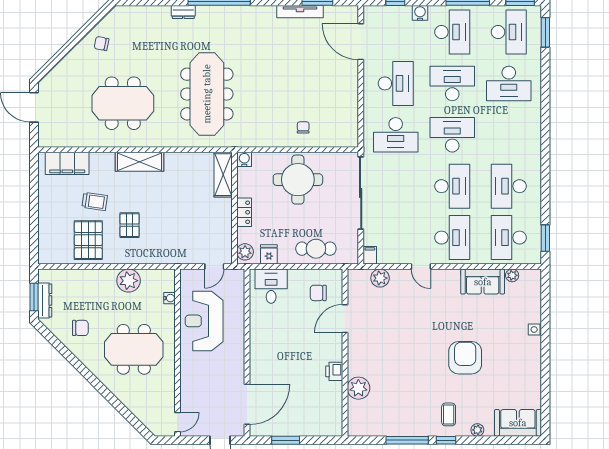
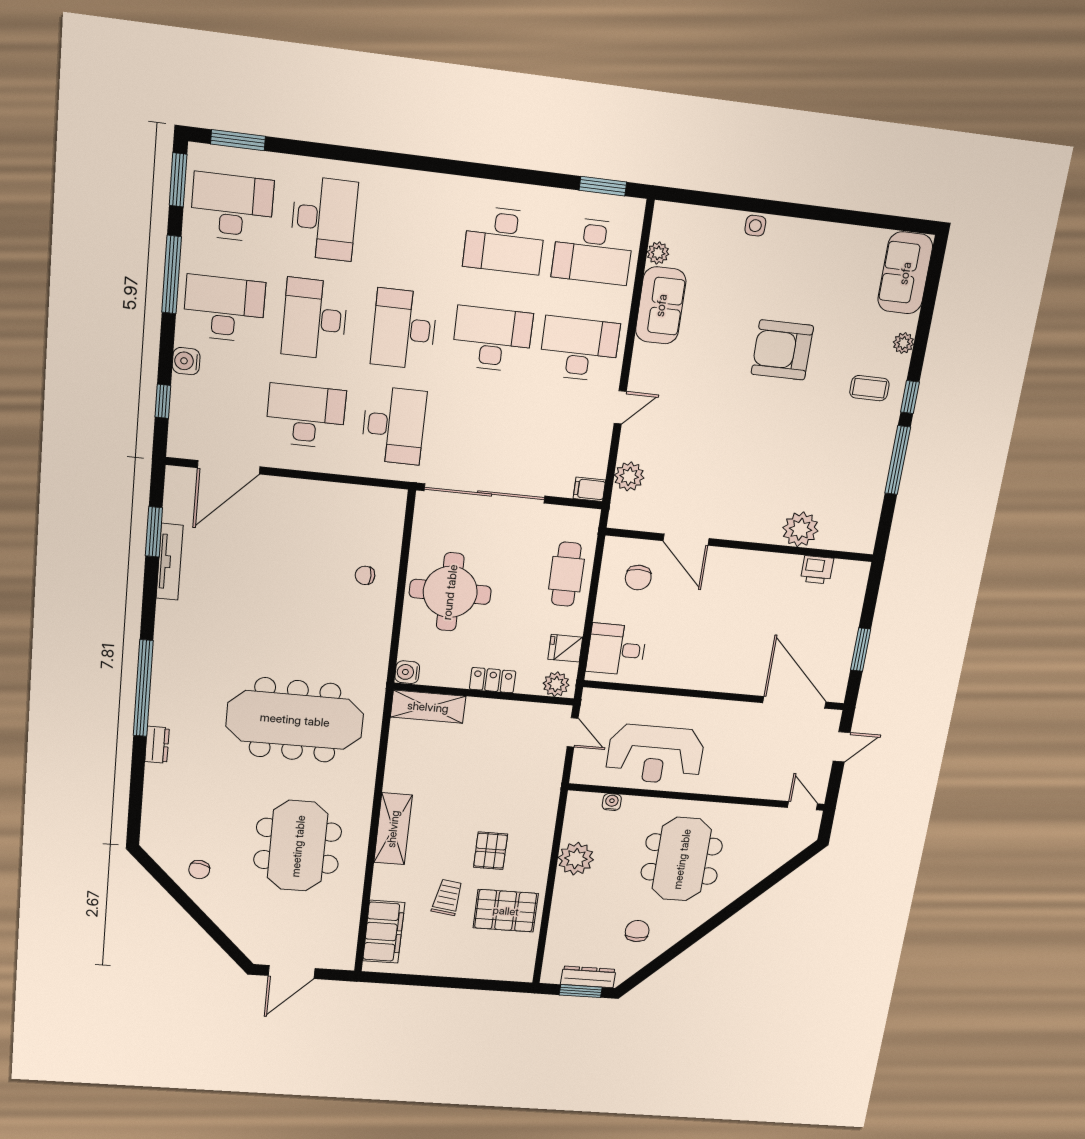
pallet: (130, 225) -> (491, 851), turned 90
printer: (334, 371) -> (817, 570), moved

